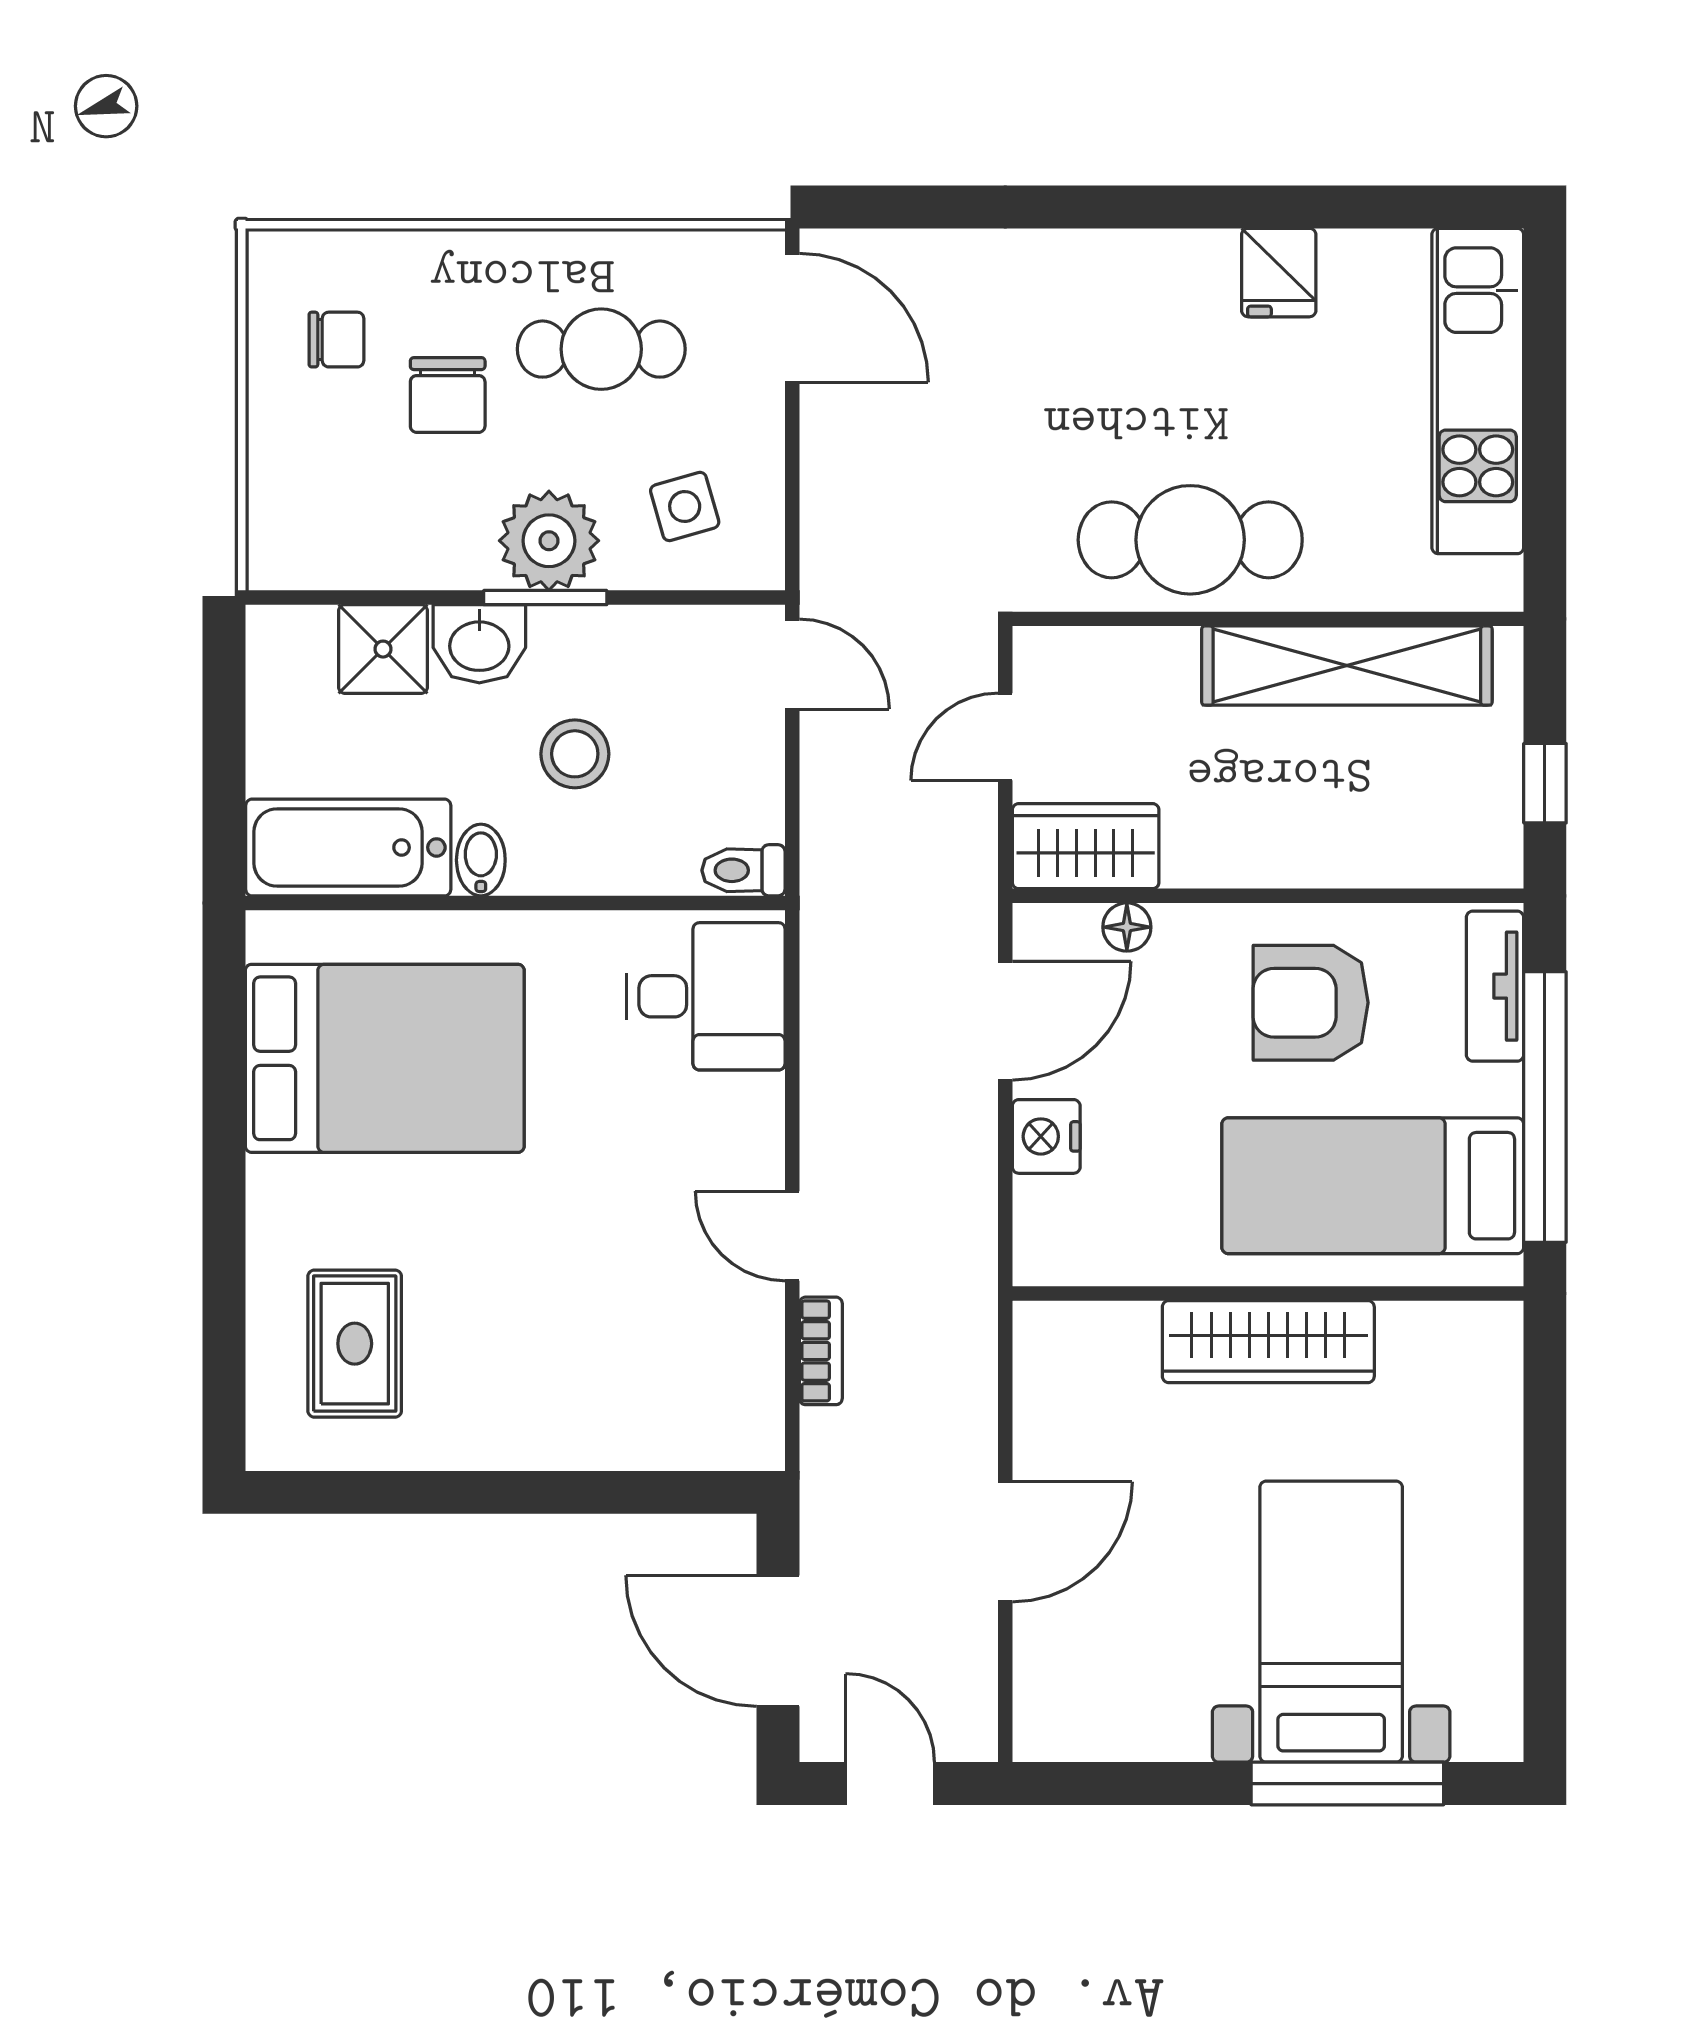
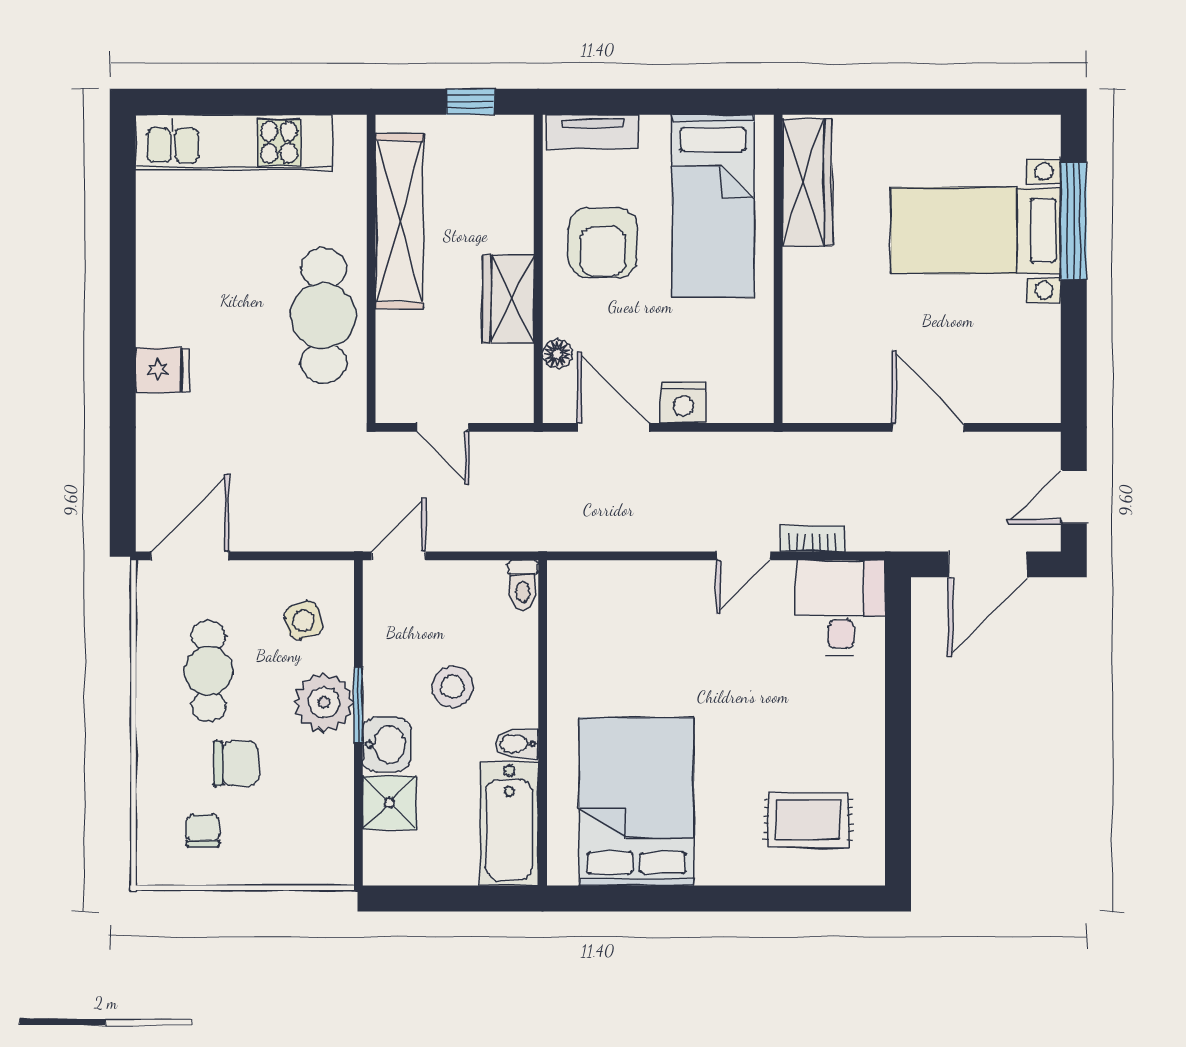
fridge: (1279, 273) -> (162, 370), moved
wardrobe: (1086, 846) -> (508, 299), moved
desk: (706, 996) -> (841, 608), moved
window: (1545, 1107) -> (666, 102), removed
wardrobe: (1268, 1342) -> (807, 182), moved

